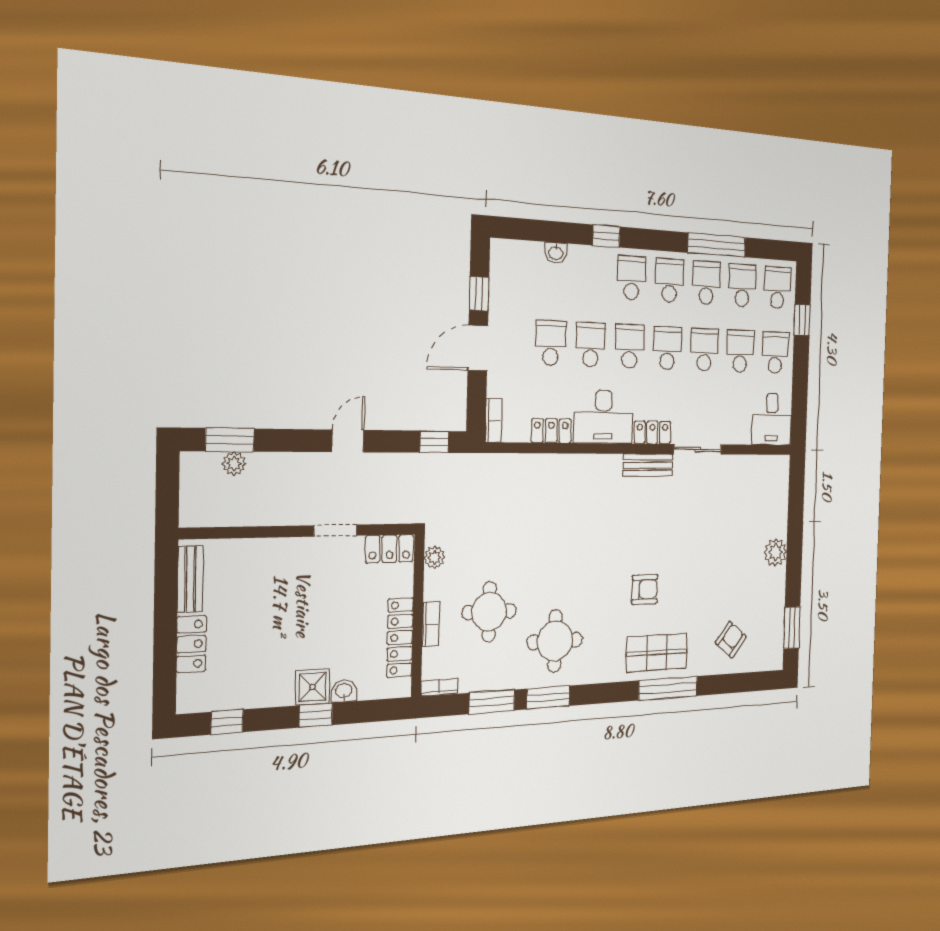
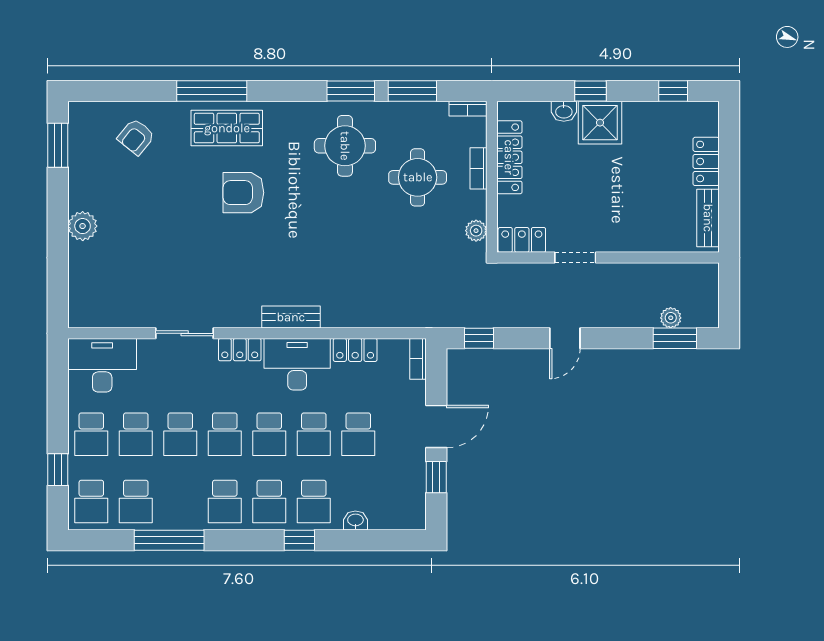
school desk: (706, 283) -> (314, 501), moved
desk: (772, 419) -> (102, 365), width x1.37
bench: (648, 465) -> (291, 317), moved
armchair: (645, 589) -> (243, 193), width x1.38, depth x1.38
shower: (312, 687) -> (600, 123), width x1.36, depth x1.36

